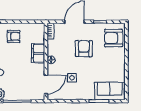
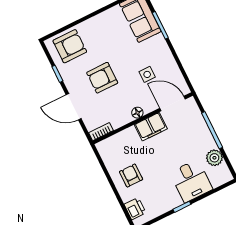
armchair: (114, 38) -> (70, 46), turned -90
filing cabinet: (38, 53) -> (151, 127), moved

